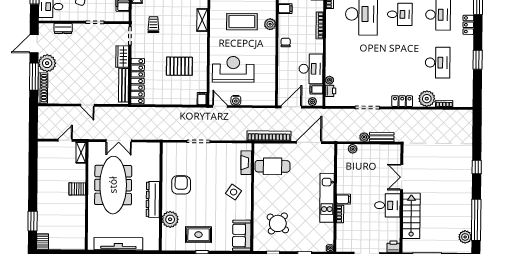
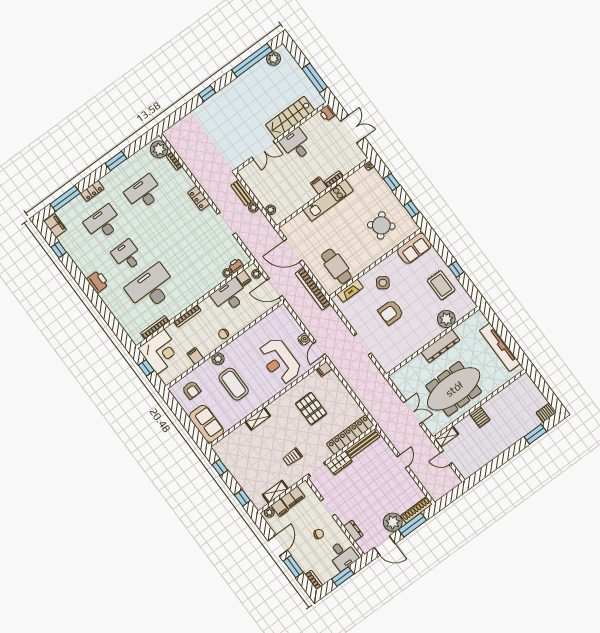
plant: (427, 99) -> (159, 149), moved
armchair: (181, 185) -> (391, 312), moved

